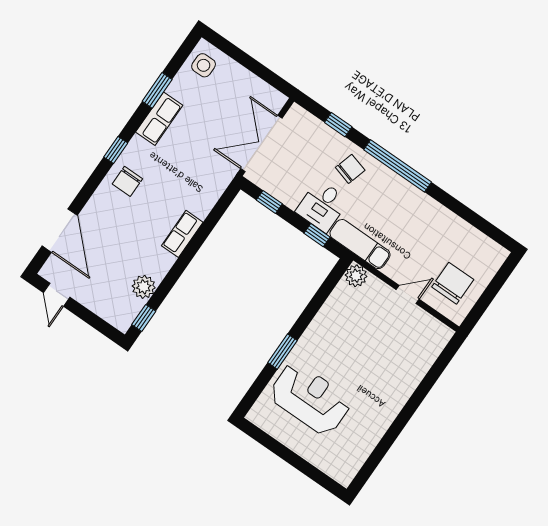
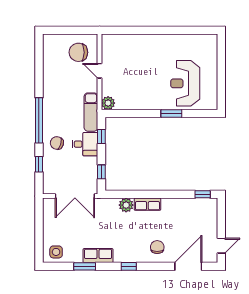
chair: (127, 181) -> (157, 247), moved, turned -90
plant: (144, 287) -> (126, 205), moved

